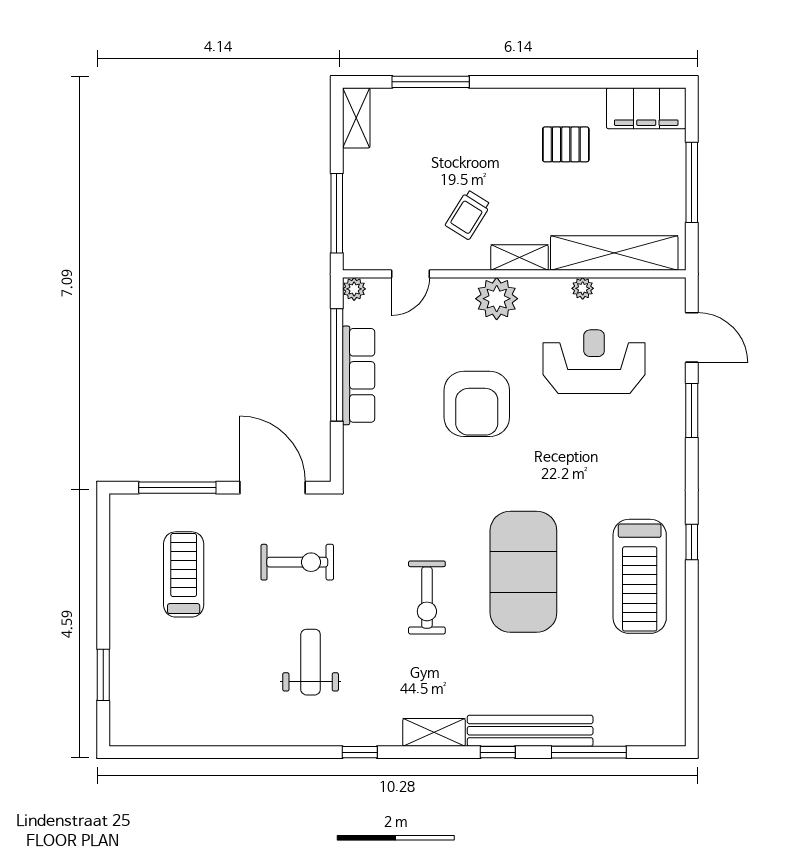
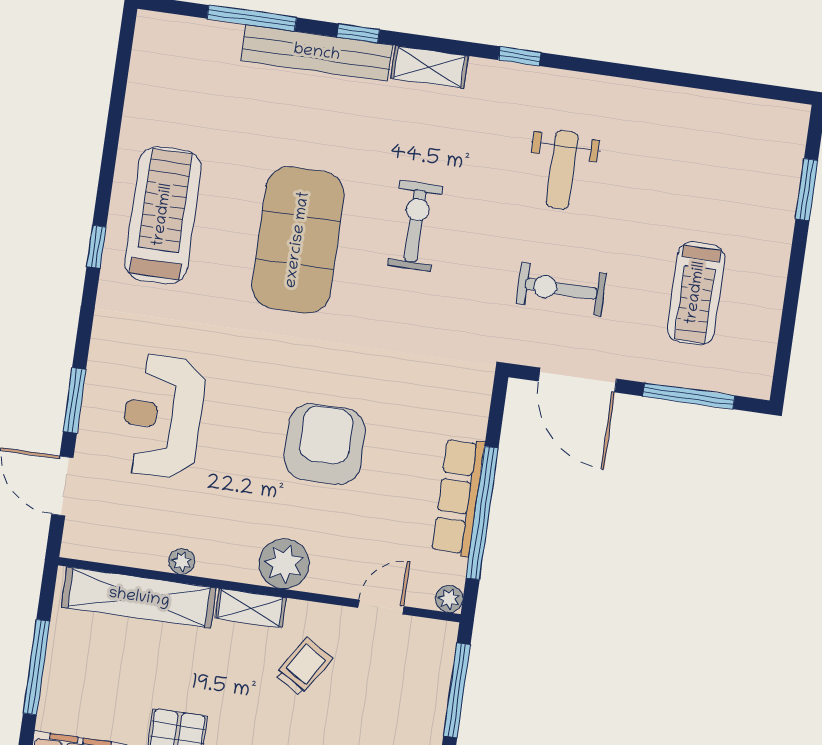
reception desk: (594, 362) -> (162, 416), moved, turned 90

